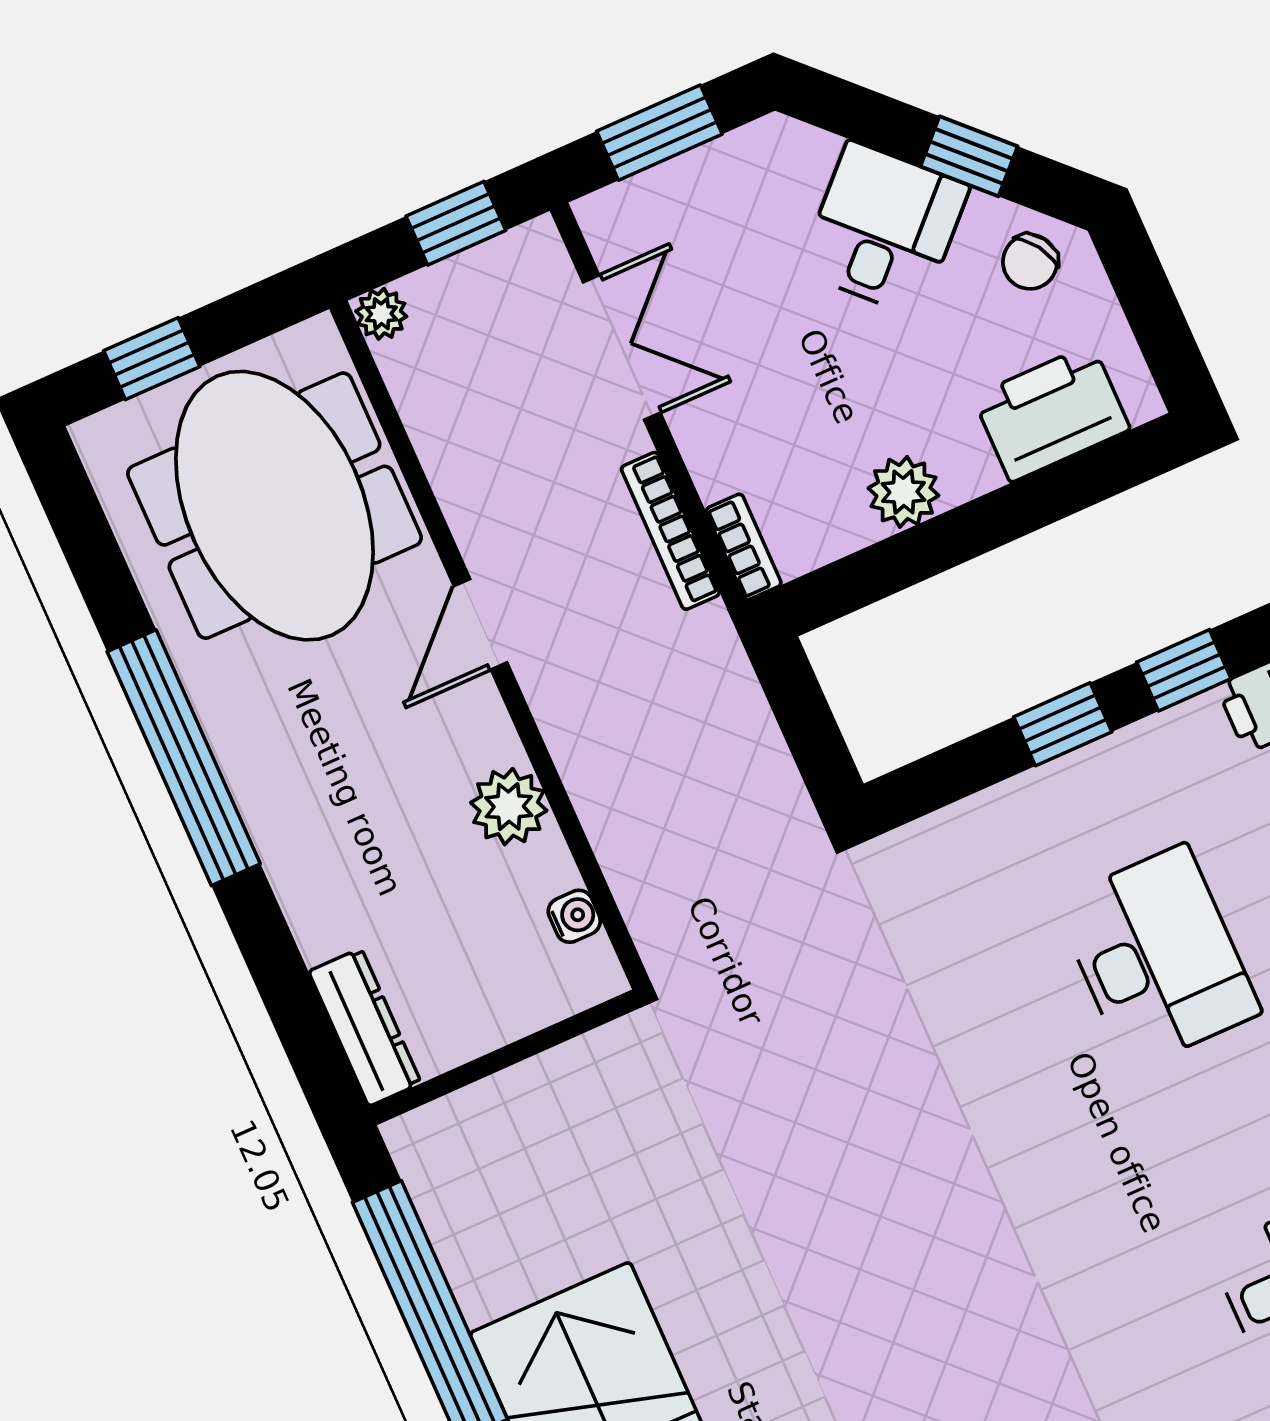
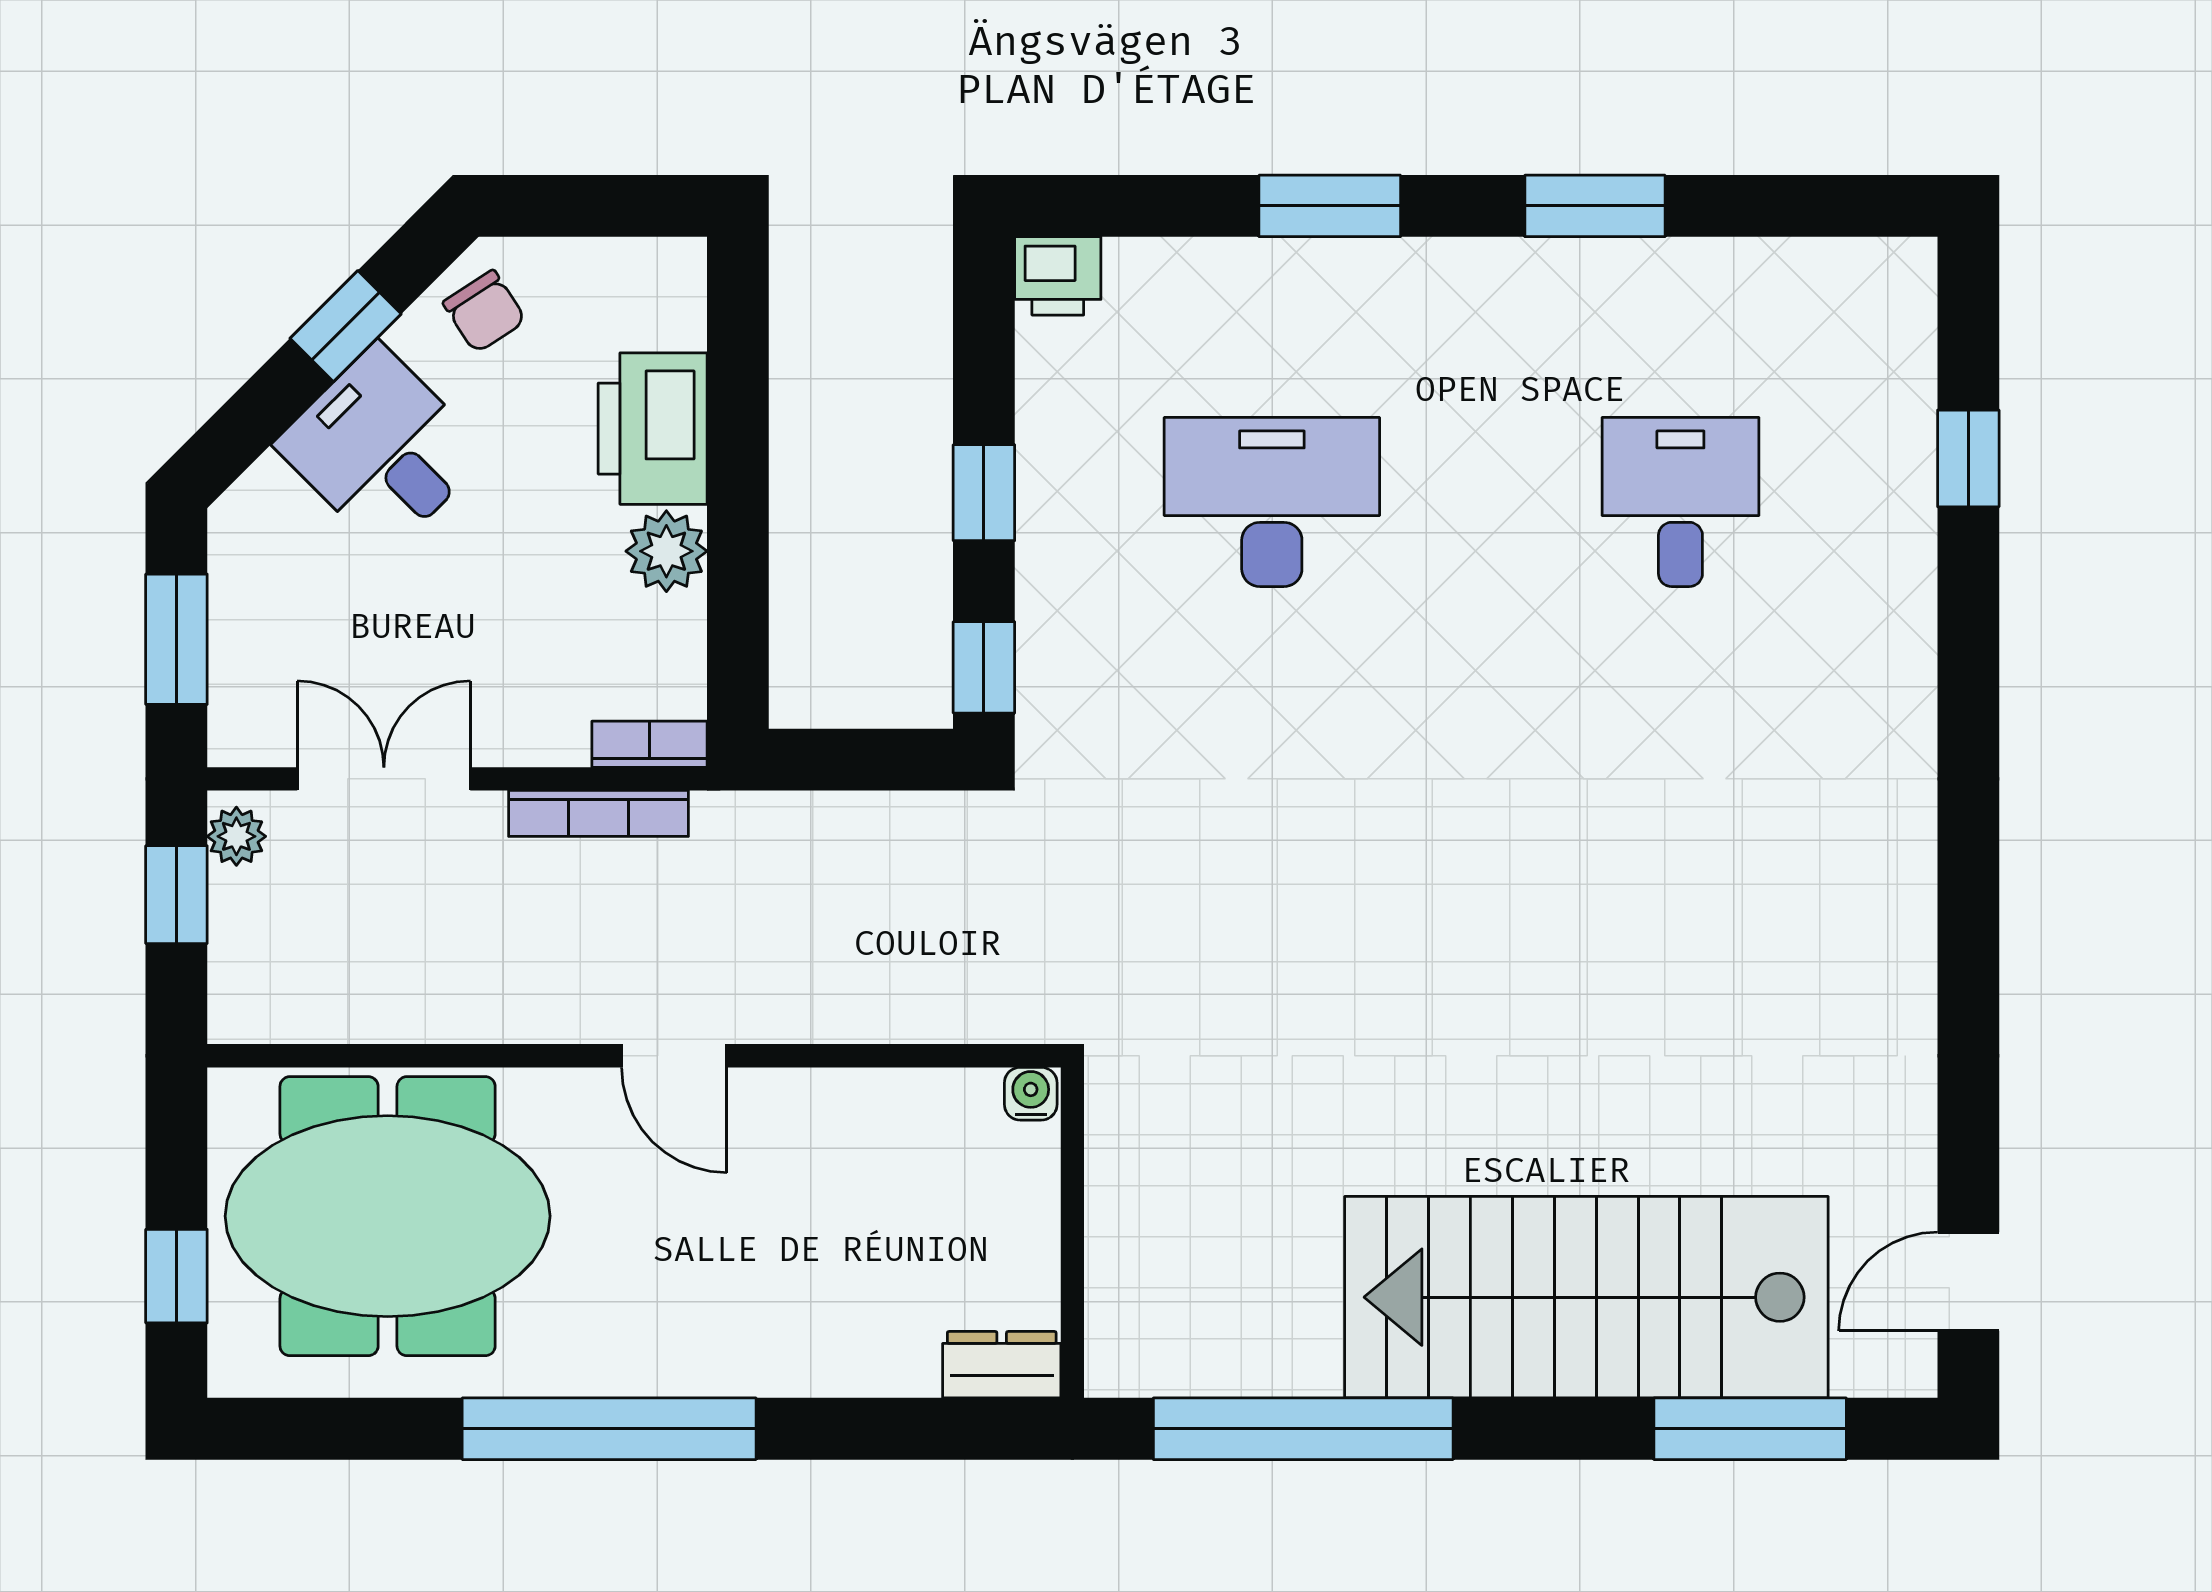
plant: (381, 314) -> (236, 836), moved
printer: (1051, 413) -> (653, 429), moved
door: (480, 624) -> (674, 1056), moved
window: (1184, 670) -> (984, 667), moved
plant: (509, 807) -> (812, 1111), removed
water cooler: (574, 916) -> (1031, 1094), moved
dresser: (365, 1027) -> (1002, 1365), width x0.70

